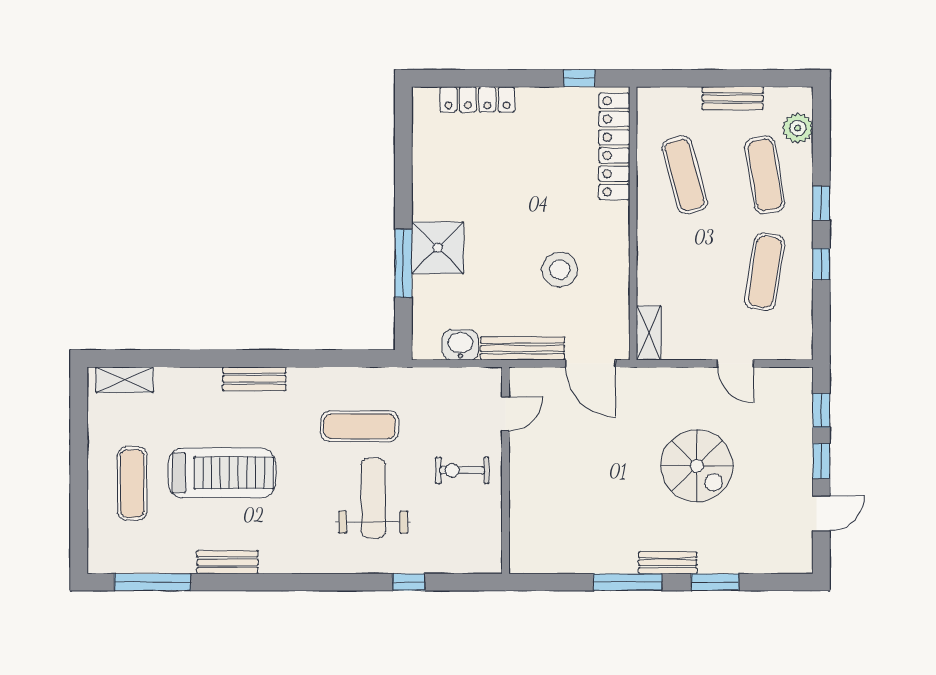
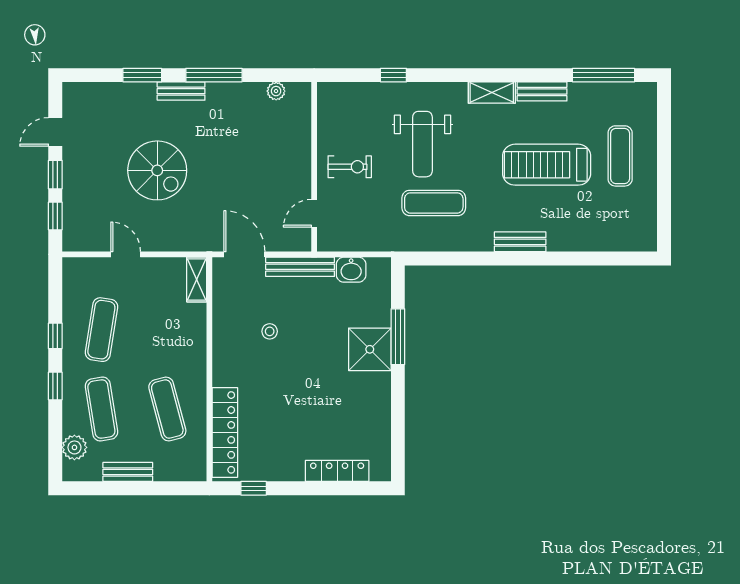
stool: (560, 270) -> (270, 331), width x0.53, depth x0.53
shelving: (125, 380) -> (492, 93), moved
spiral stairs: (697, 466) -> (157, 170), turned 180
plant: (552, 563) -> (276, 91), added

